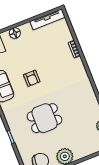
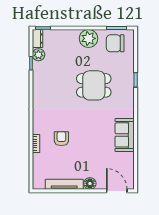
tv unit: (48, 19) -> (64, 184), moved
armchair: (32, 78) -> (61, 139), moved

